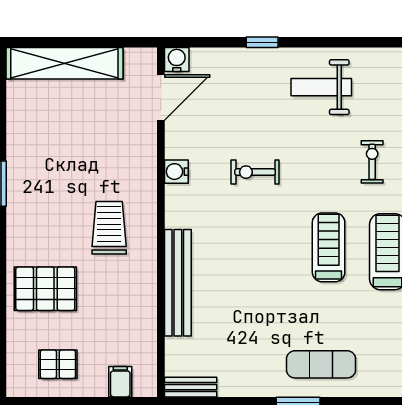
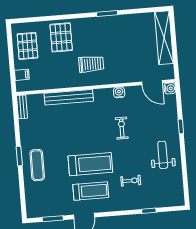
treadmill: (329, 247) -> (90, 164), width x1.37, depth x1.38
pallet: (58, 364) -> (27, 46), width x1.50, depth x1.42

